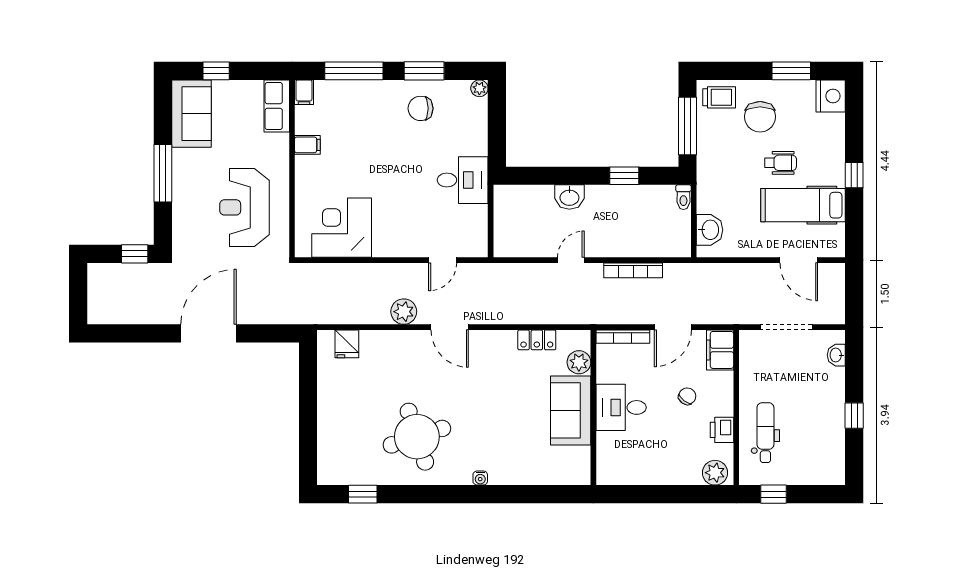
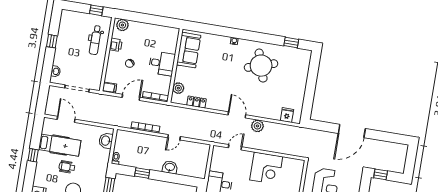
corner desk: (342, 228) -> (266, 168), moved
filing cabinet: (720, 350) -> (110, 88), width x0.50
sofa: (571, 410) -> (189, 50), moved

